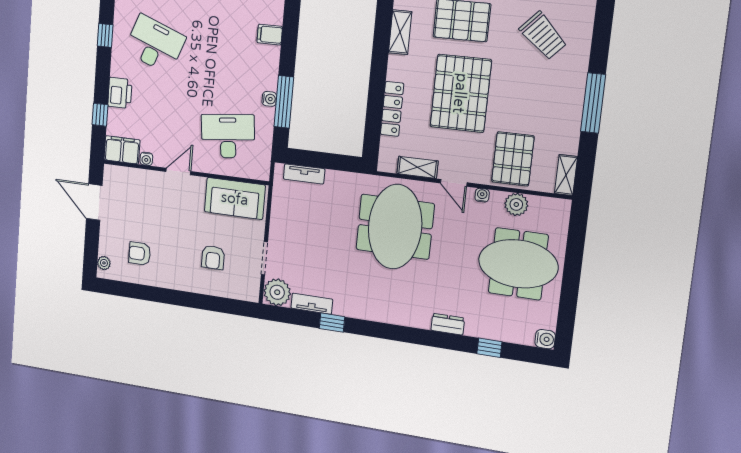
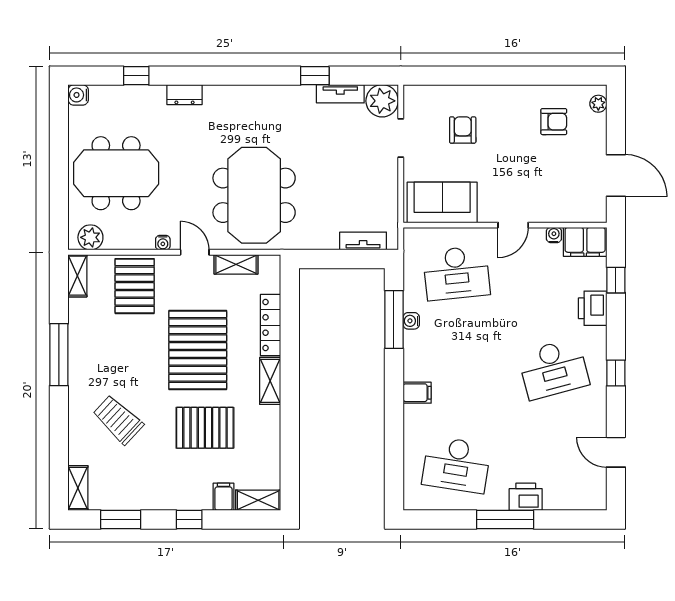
shelving: (400, 32) -> (270, 381), moved
desk: (155, 44) -> (553, 369), turned -36
plant: (516, 204) -> (90, 237), moved

